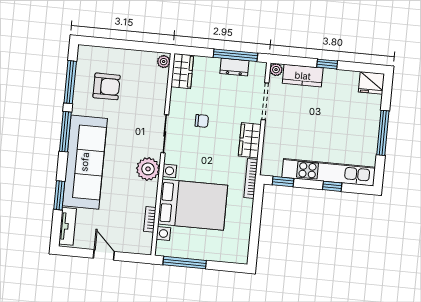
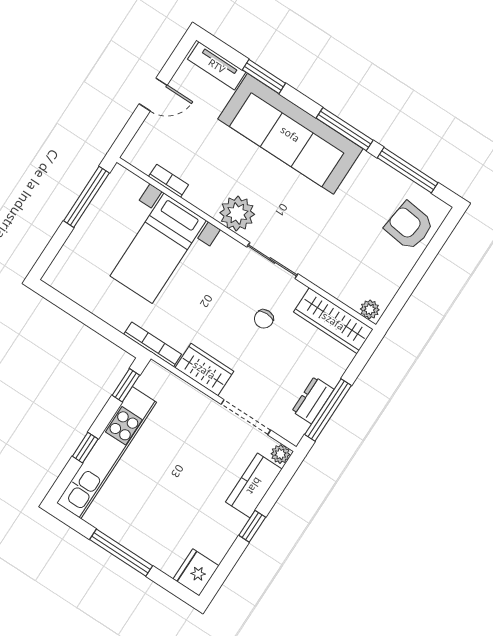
wardrobe: (182, 71) -> (333, 321), width x1.50
armchair: (107, 86) -> (409, 226), moved, turned 97
bed with nightstands: (193, 205) -> (158, 248), width x0.73

